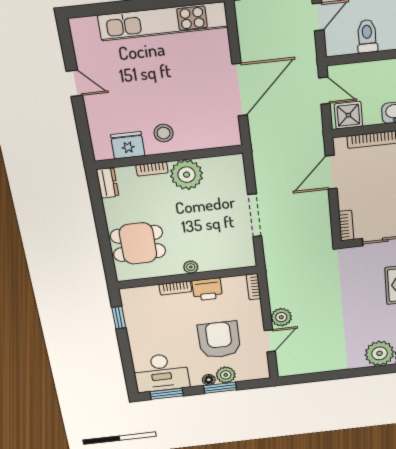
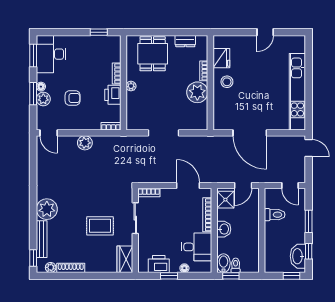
dresser: (107, 183) -> (185, 41), moved
armchair: (219, 340) -> (73, 98), width x0.53, depth x0.53
door: (270, 341) -> (49, 133), moved

